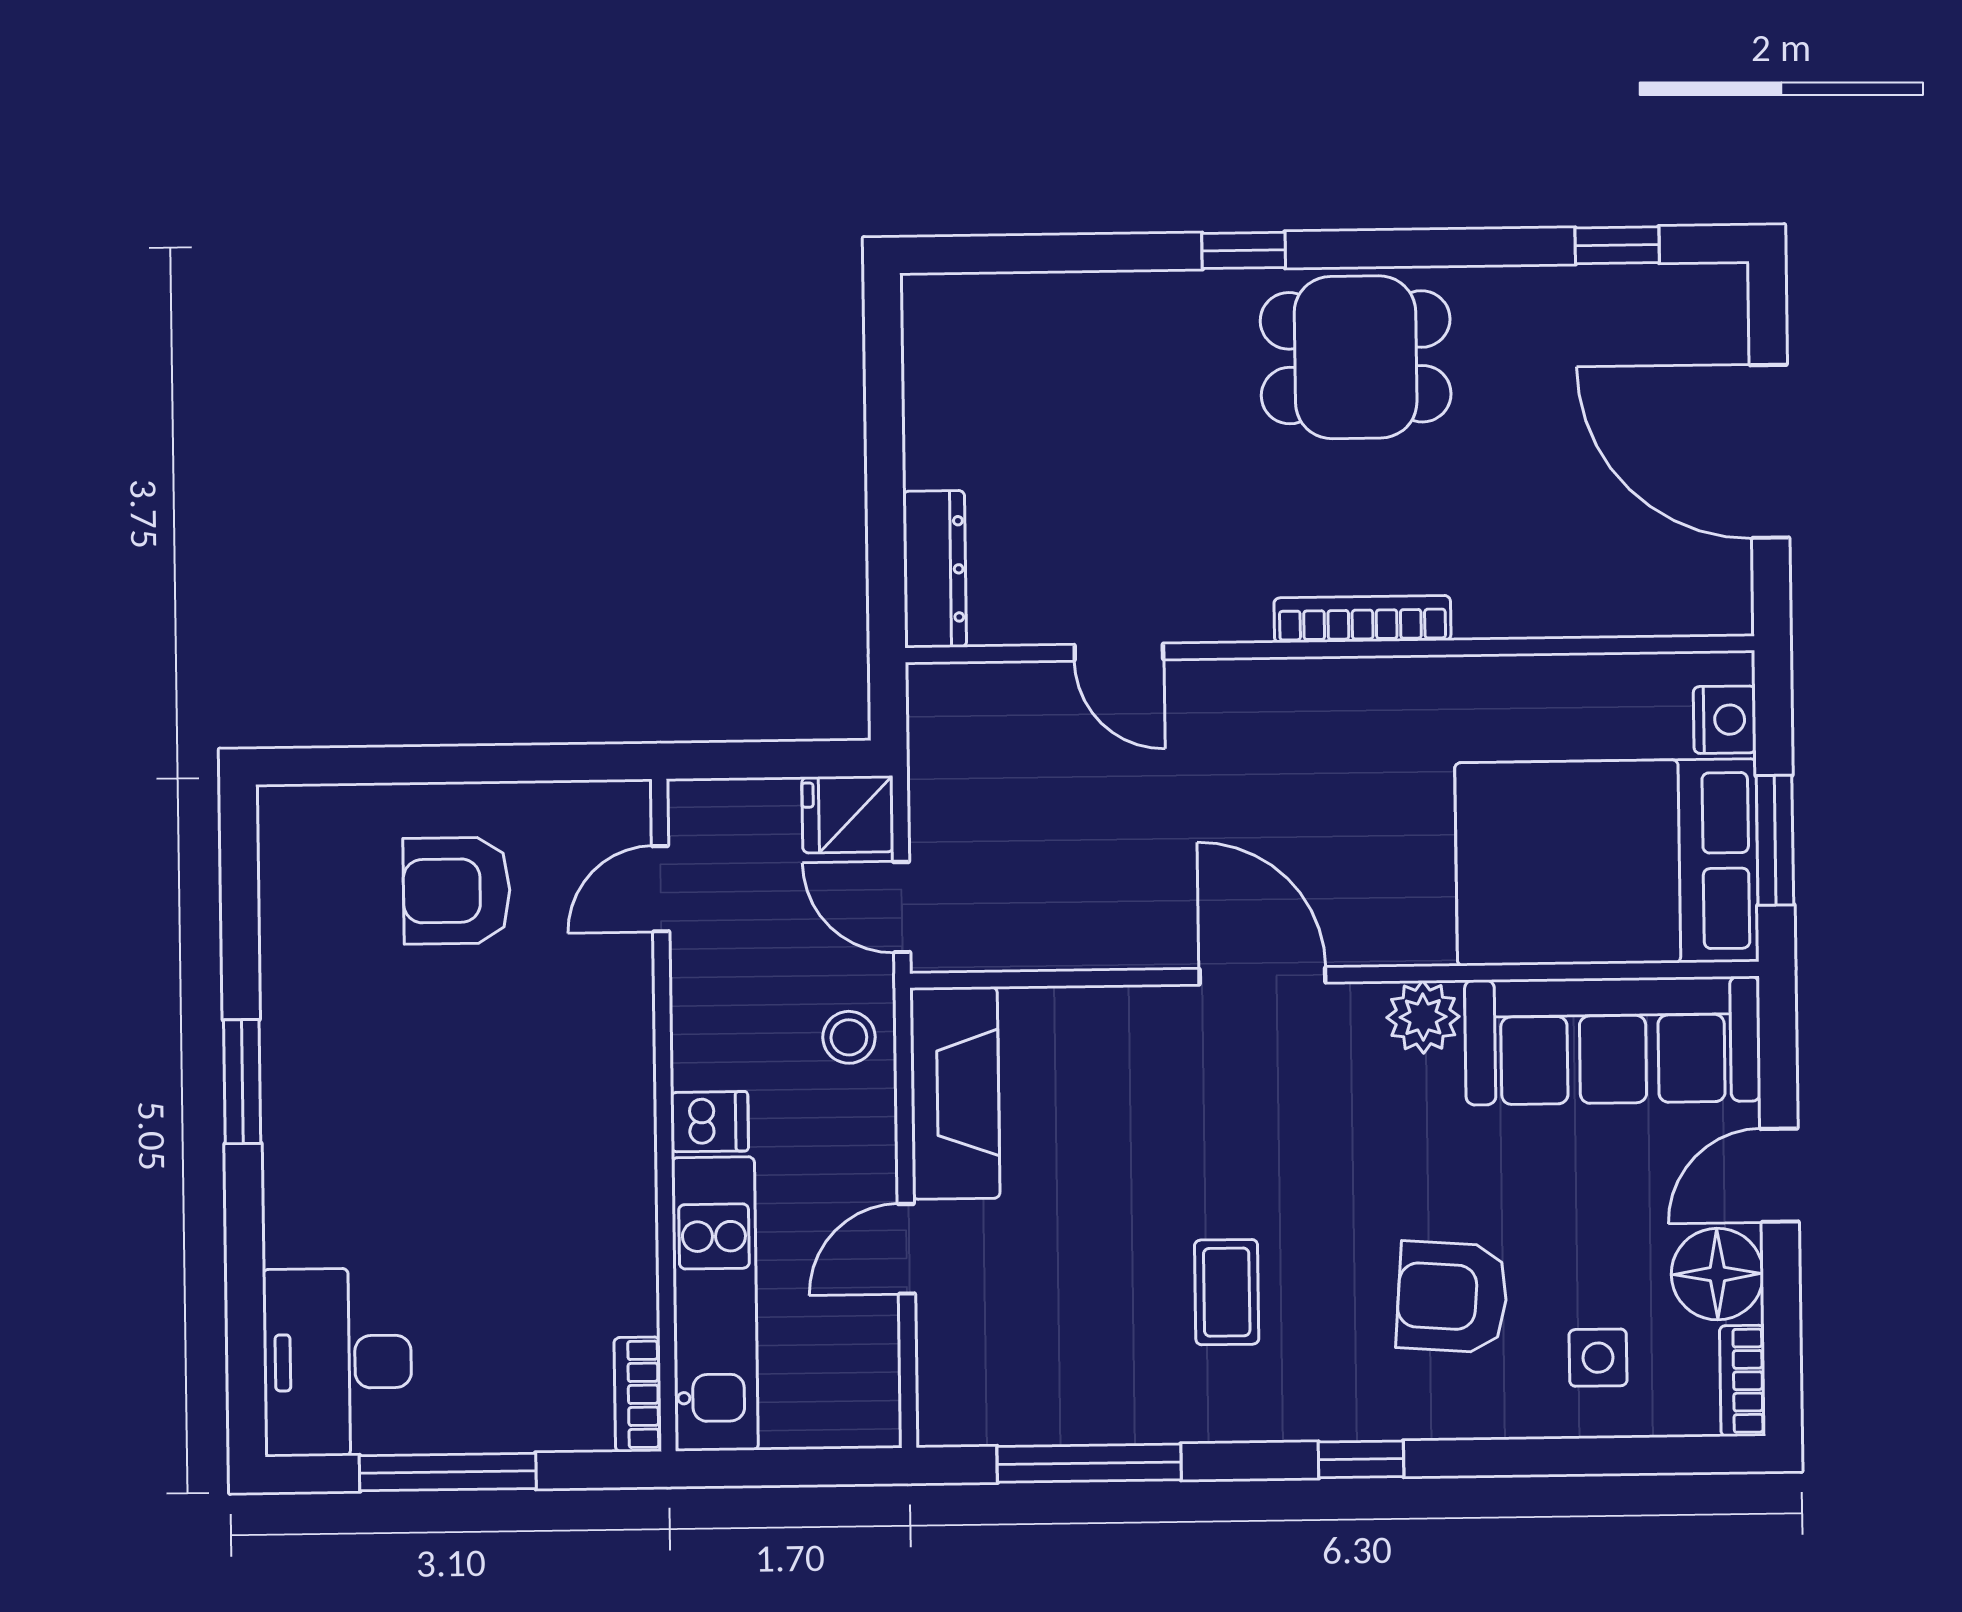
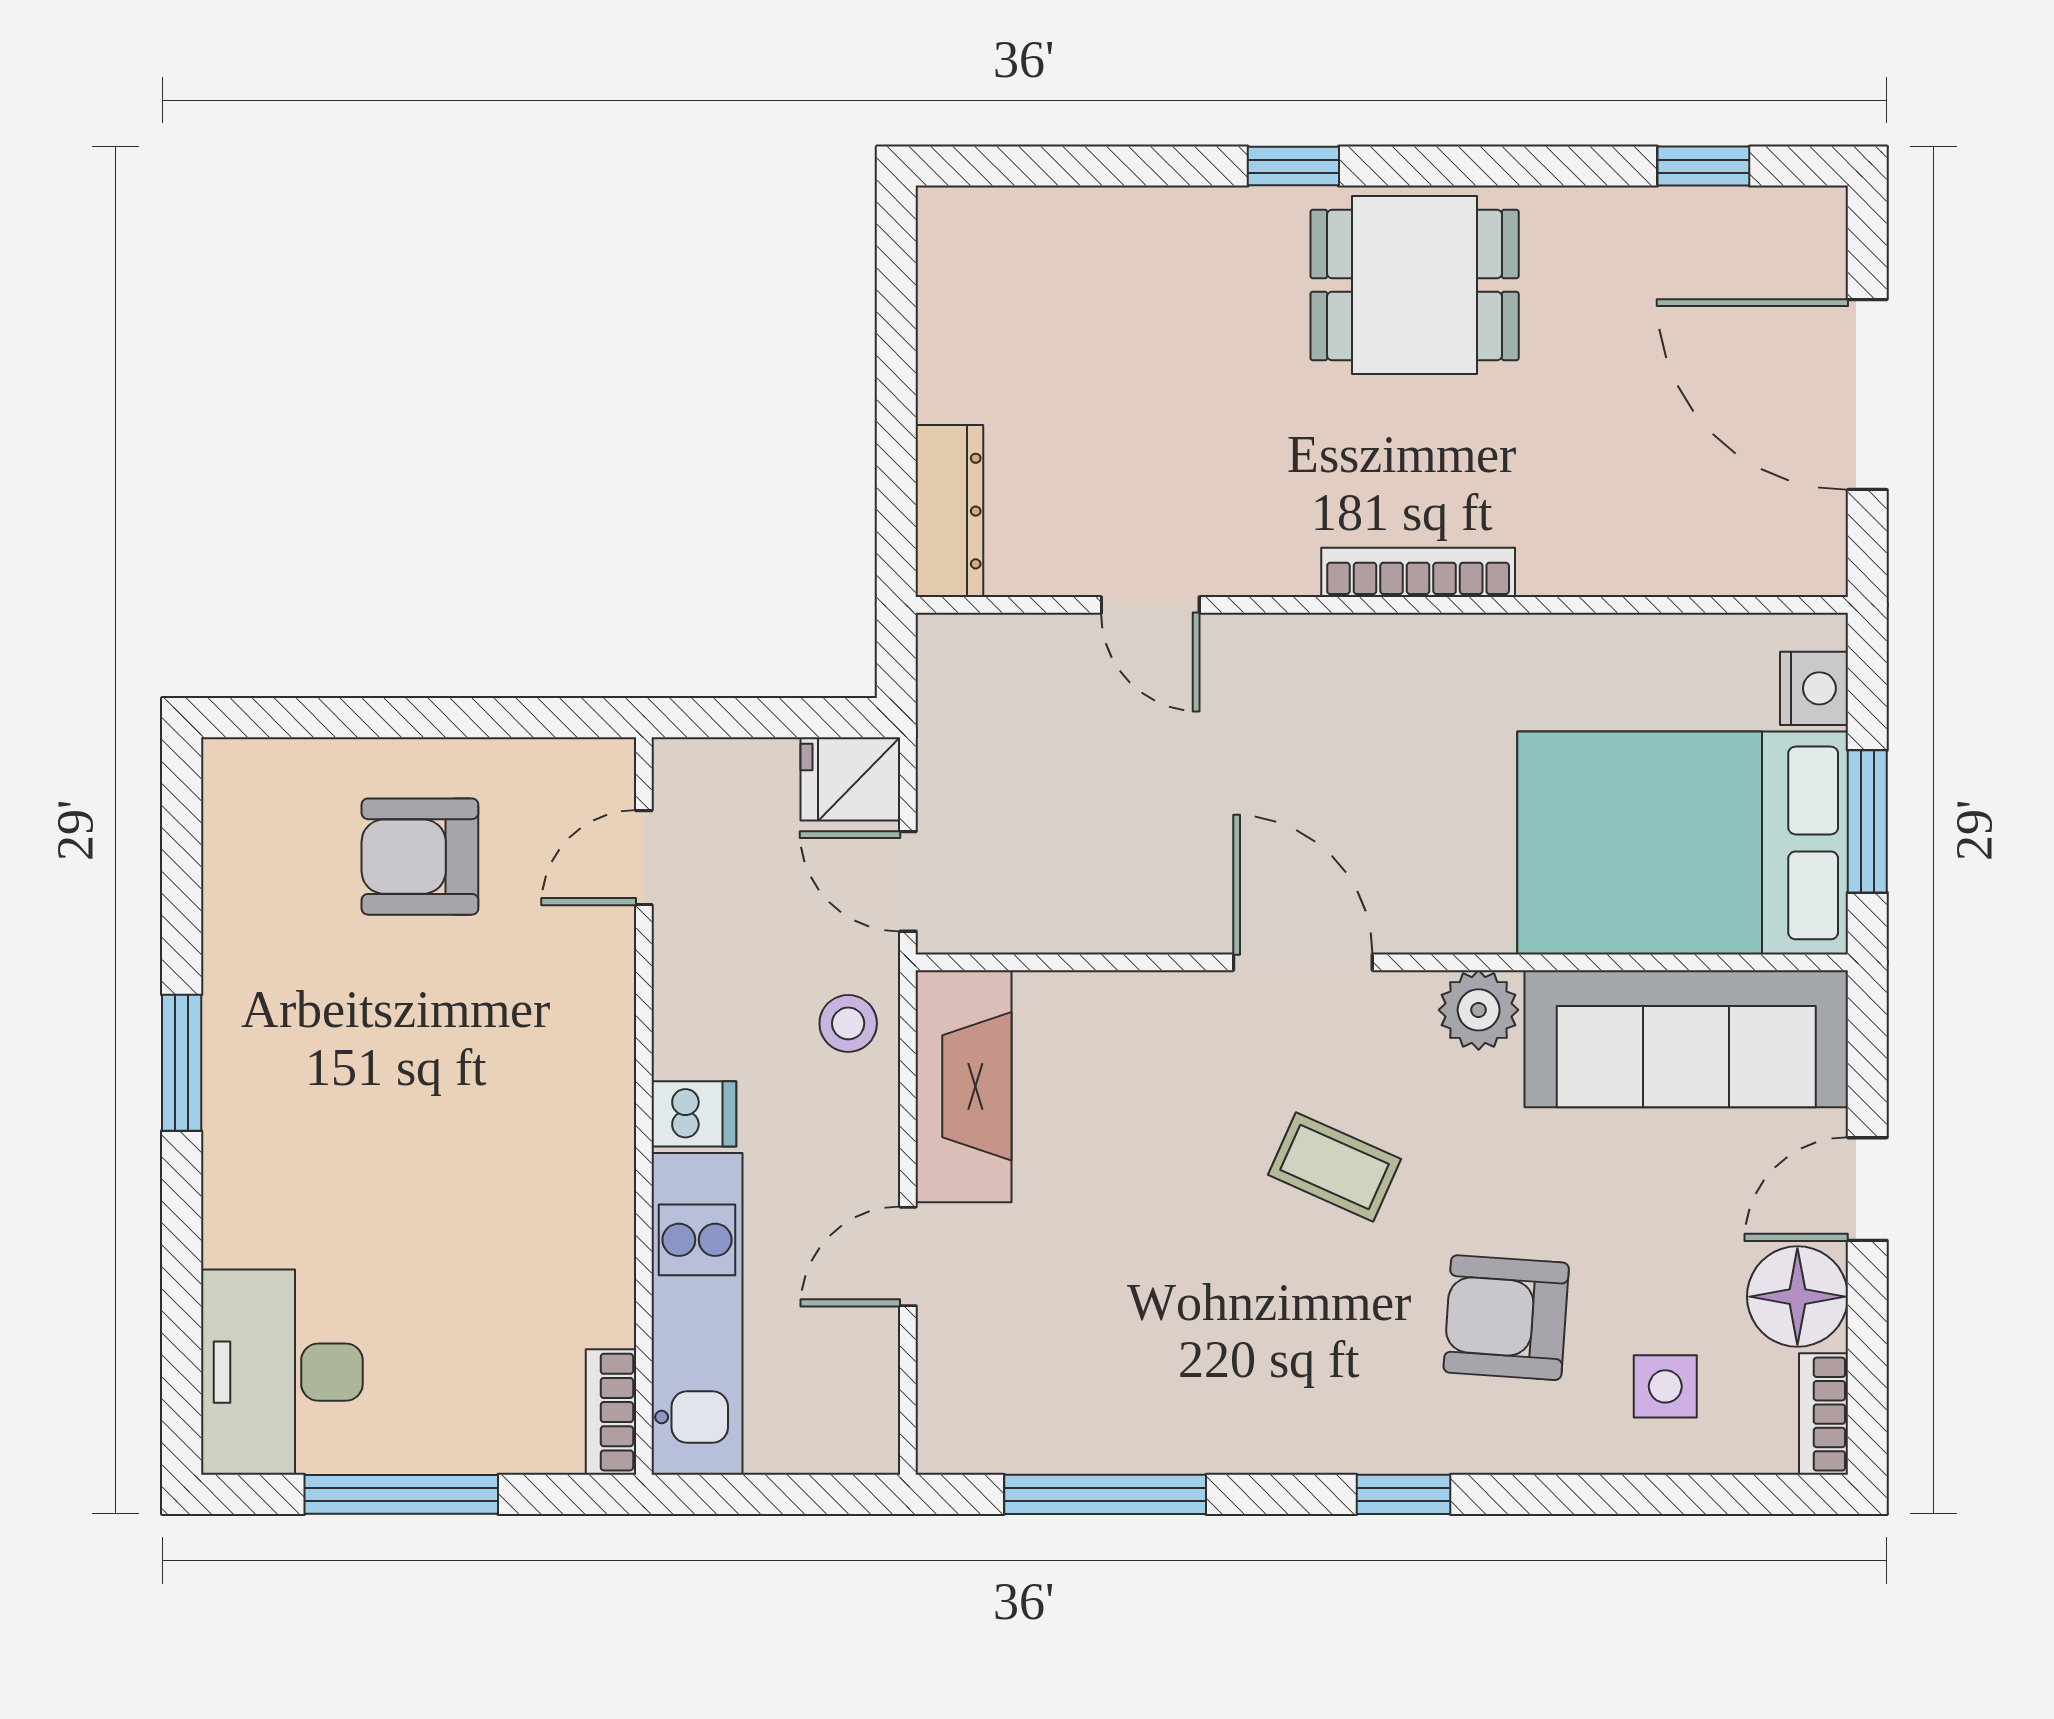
coffee table: (1227, 1292) -> (1334, 1167), moved, turned -66

